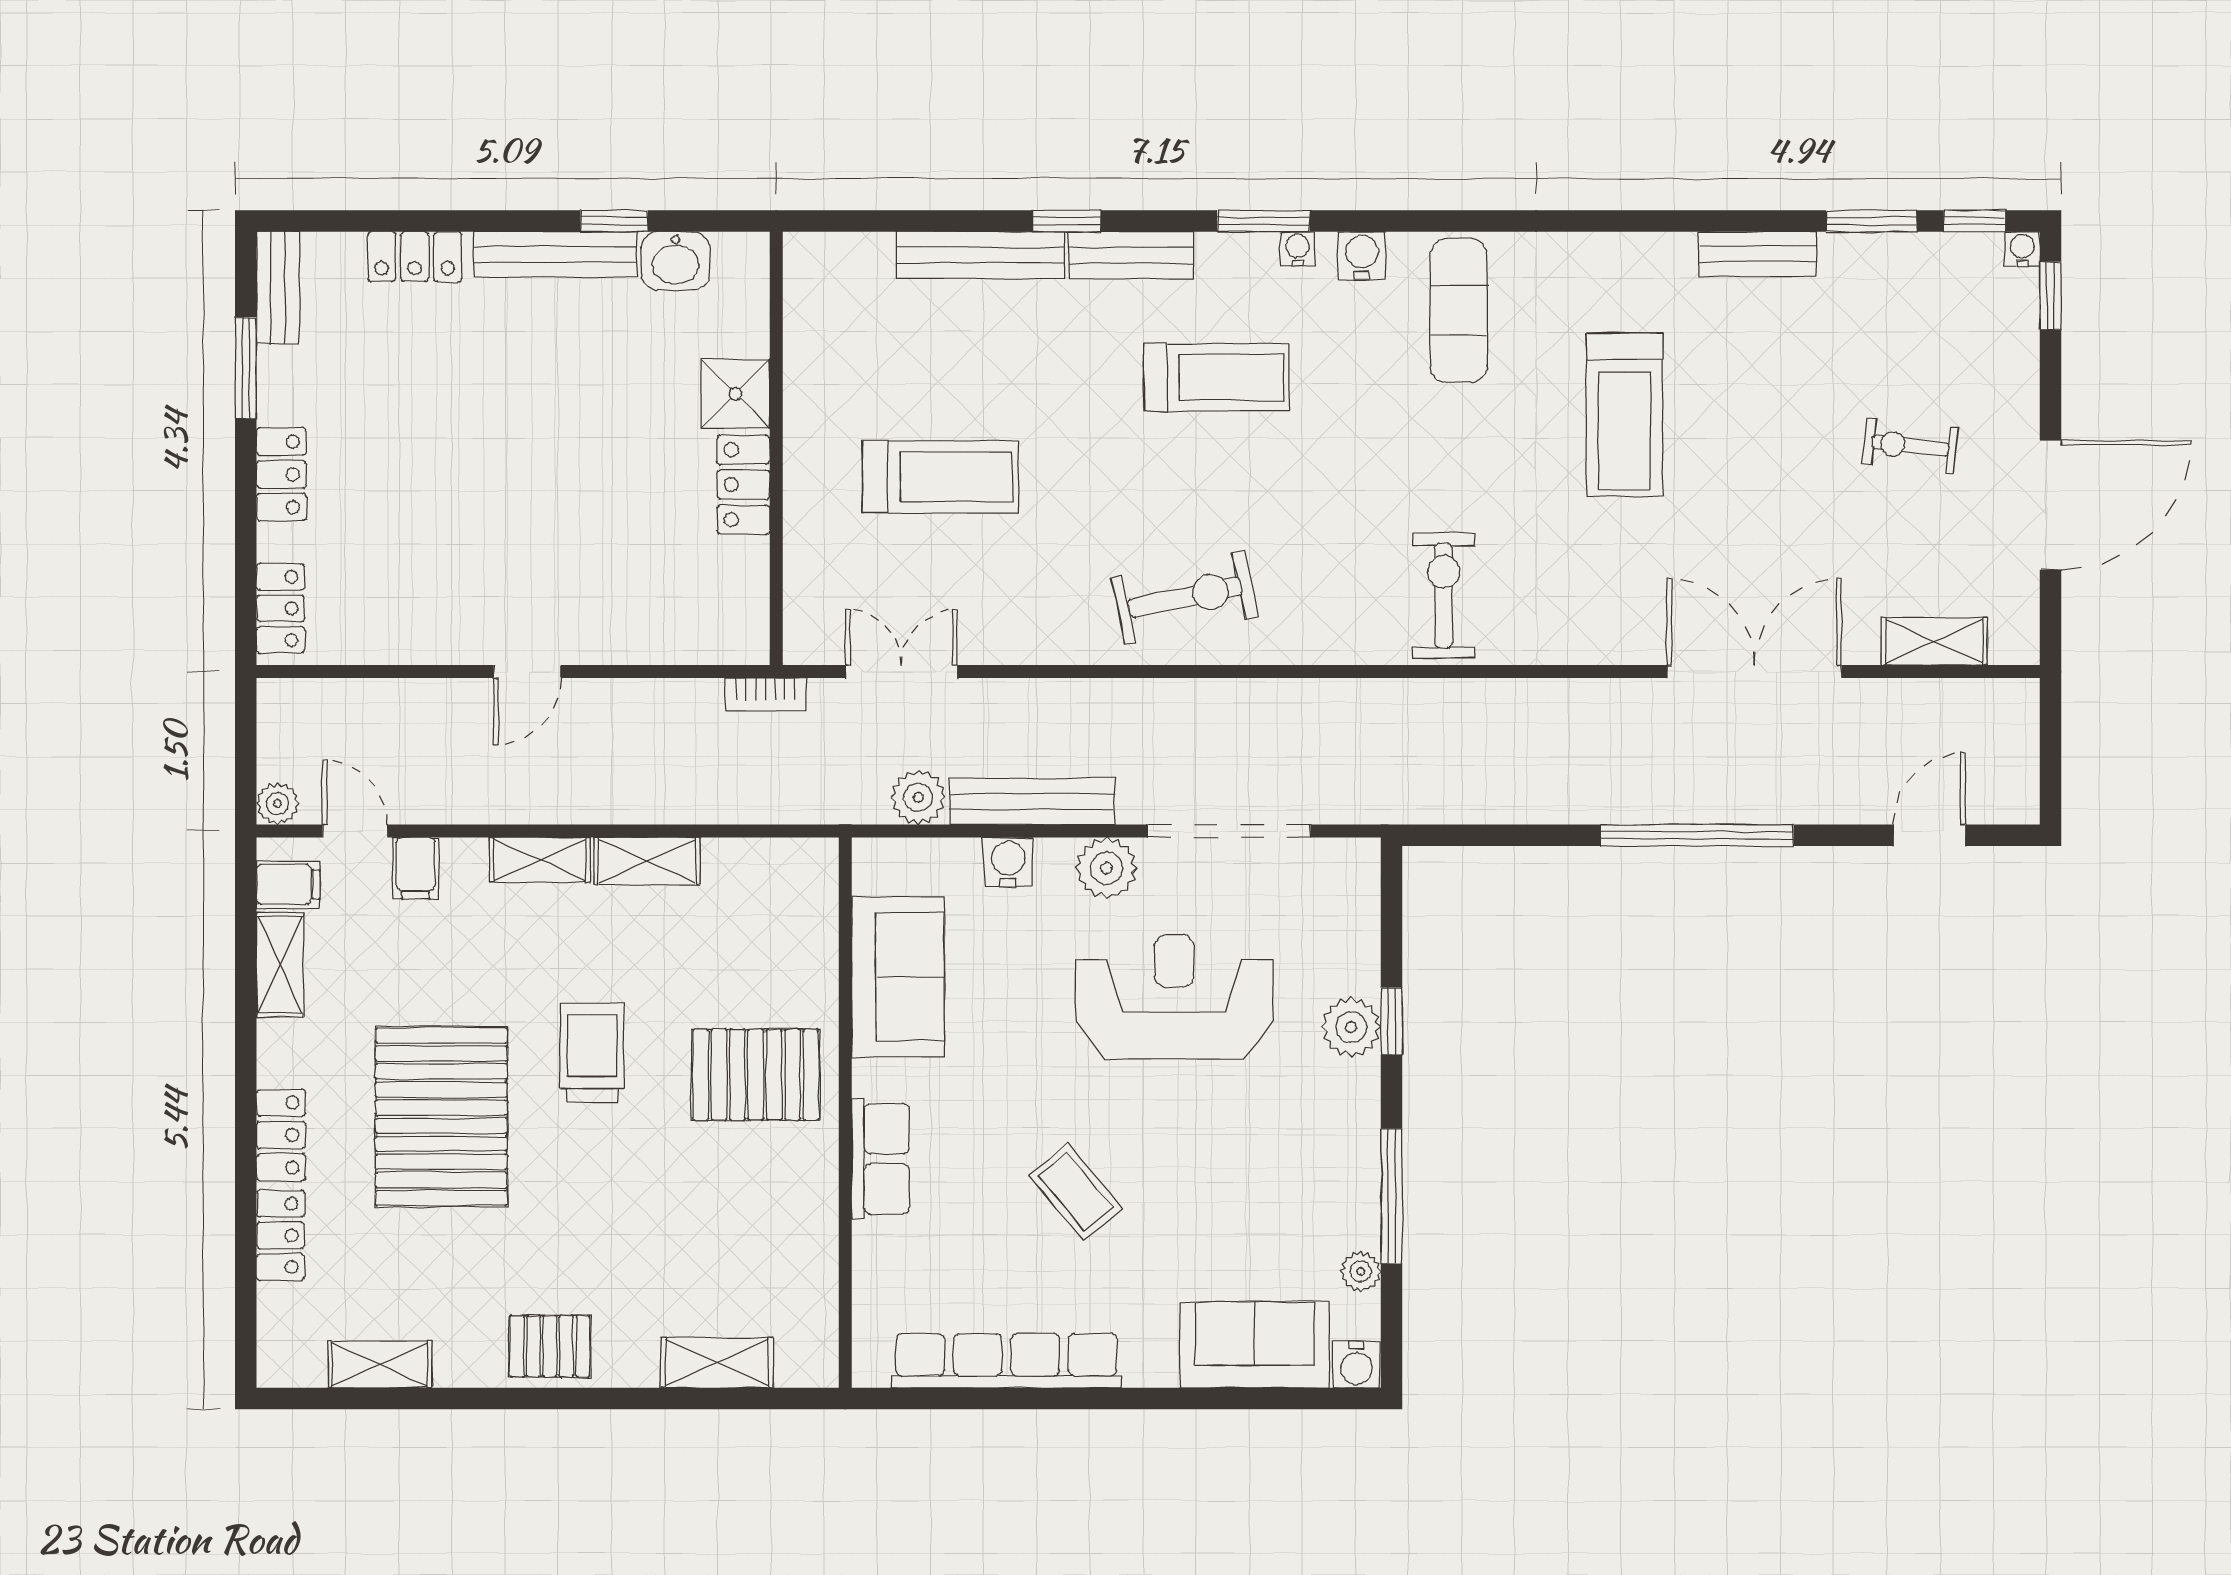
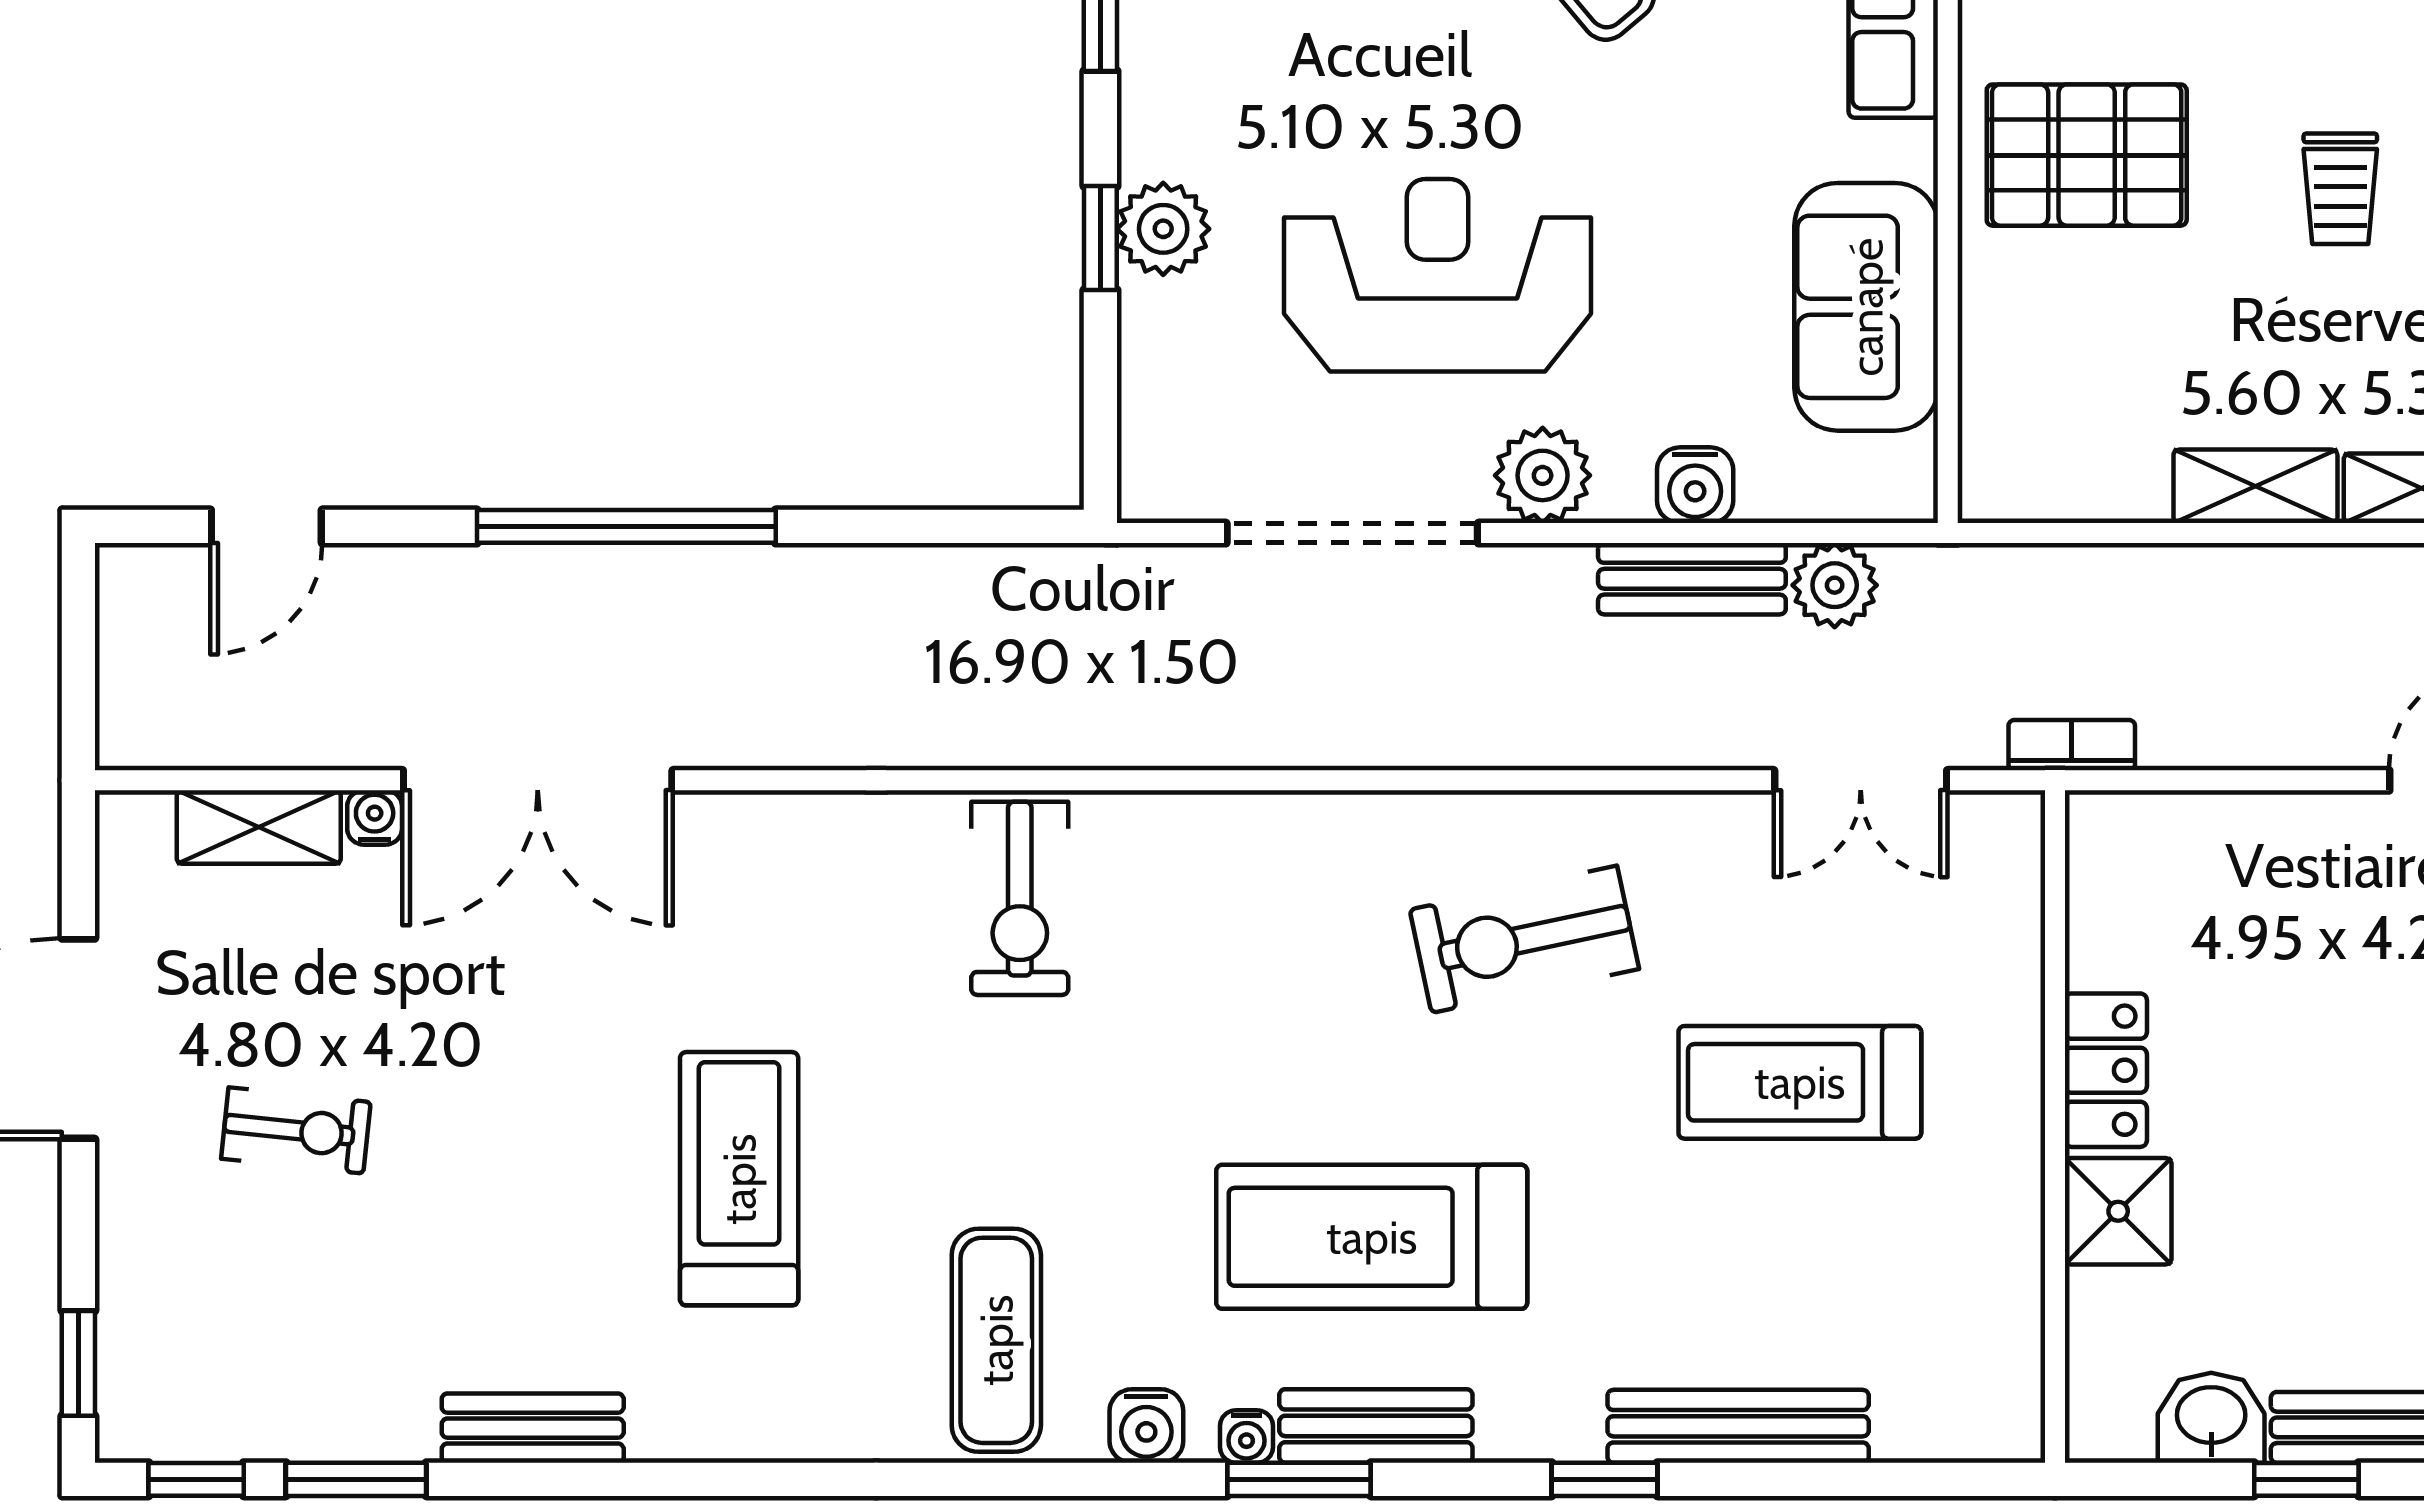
water cooler: (2022, 249) -> (375, 817), moved, turned 180
bench: (1131, 255) -> (1376, 1426), moved
treadmill: (1217, 377) -> (1372, 1237), width x1.37, depth x1.38
exercise bike: (1185, 597) -> (1524, 939), moved
bench: (1032, 802) -> (1692, 579), width x0.73
reception desk: (1174, 997) -> (1437, 275), turned 180
trolley: (592, 1053) -> (2340, 189), width x0.73, depth x0.72

